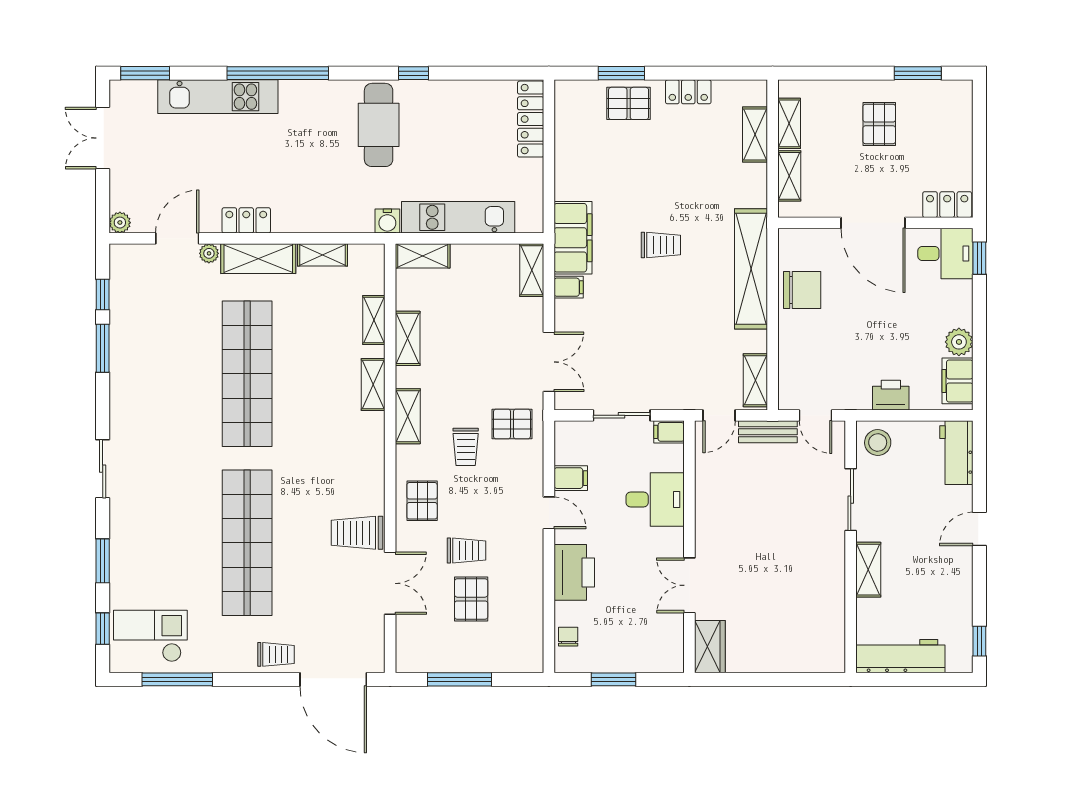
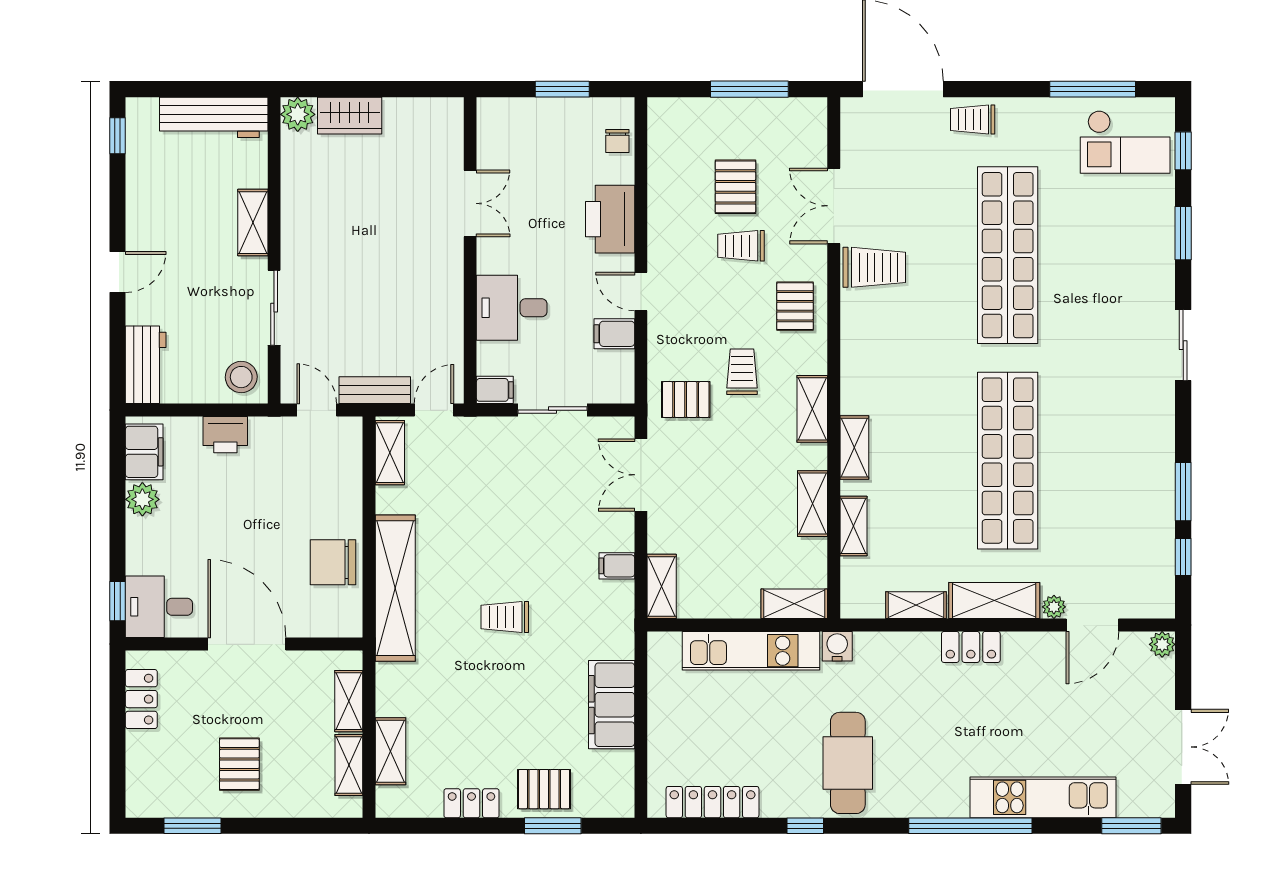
locker: (531, 119) -> (712, 802), moved, turned -90
locker: (947, 205) -> (141, 699), moved, turned -90
locker: (246, 220) -> (971, 647), moved
filing cabinet: (573, 238) -> (612, 705), moved
wardrobe: (710, 647) -> (350, 116), moved, turned -90
plant: (831, 659) -> (298, 114), added

